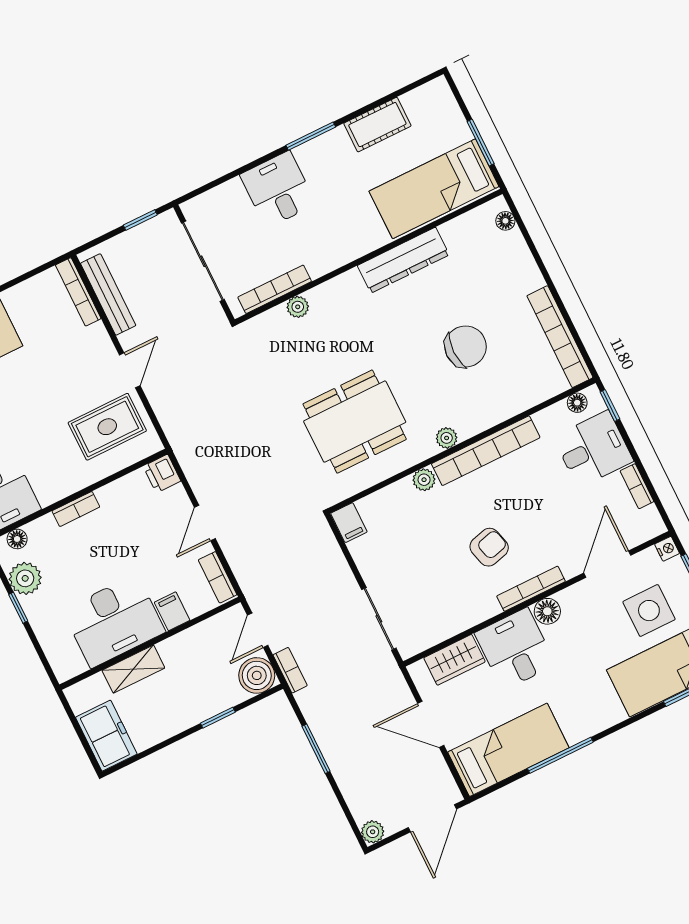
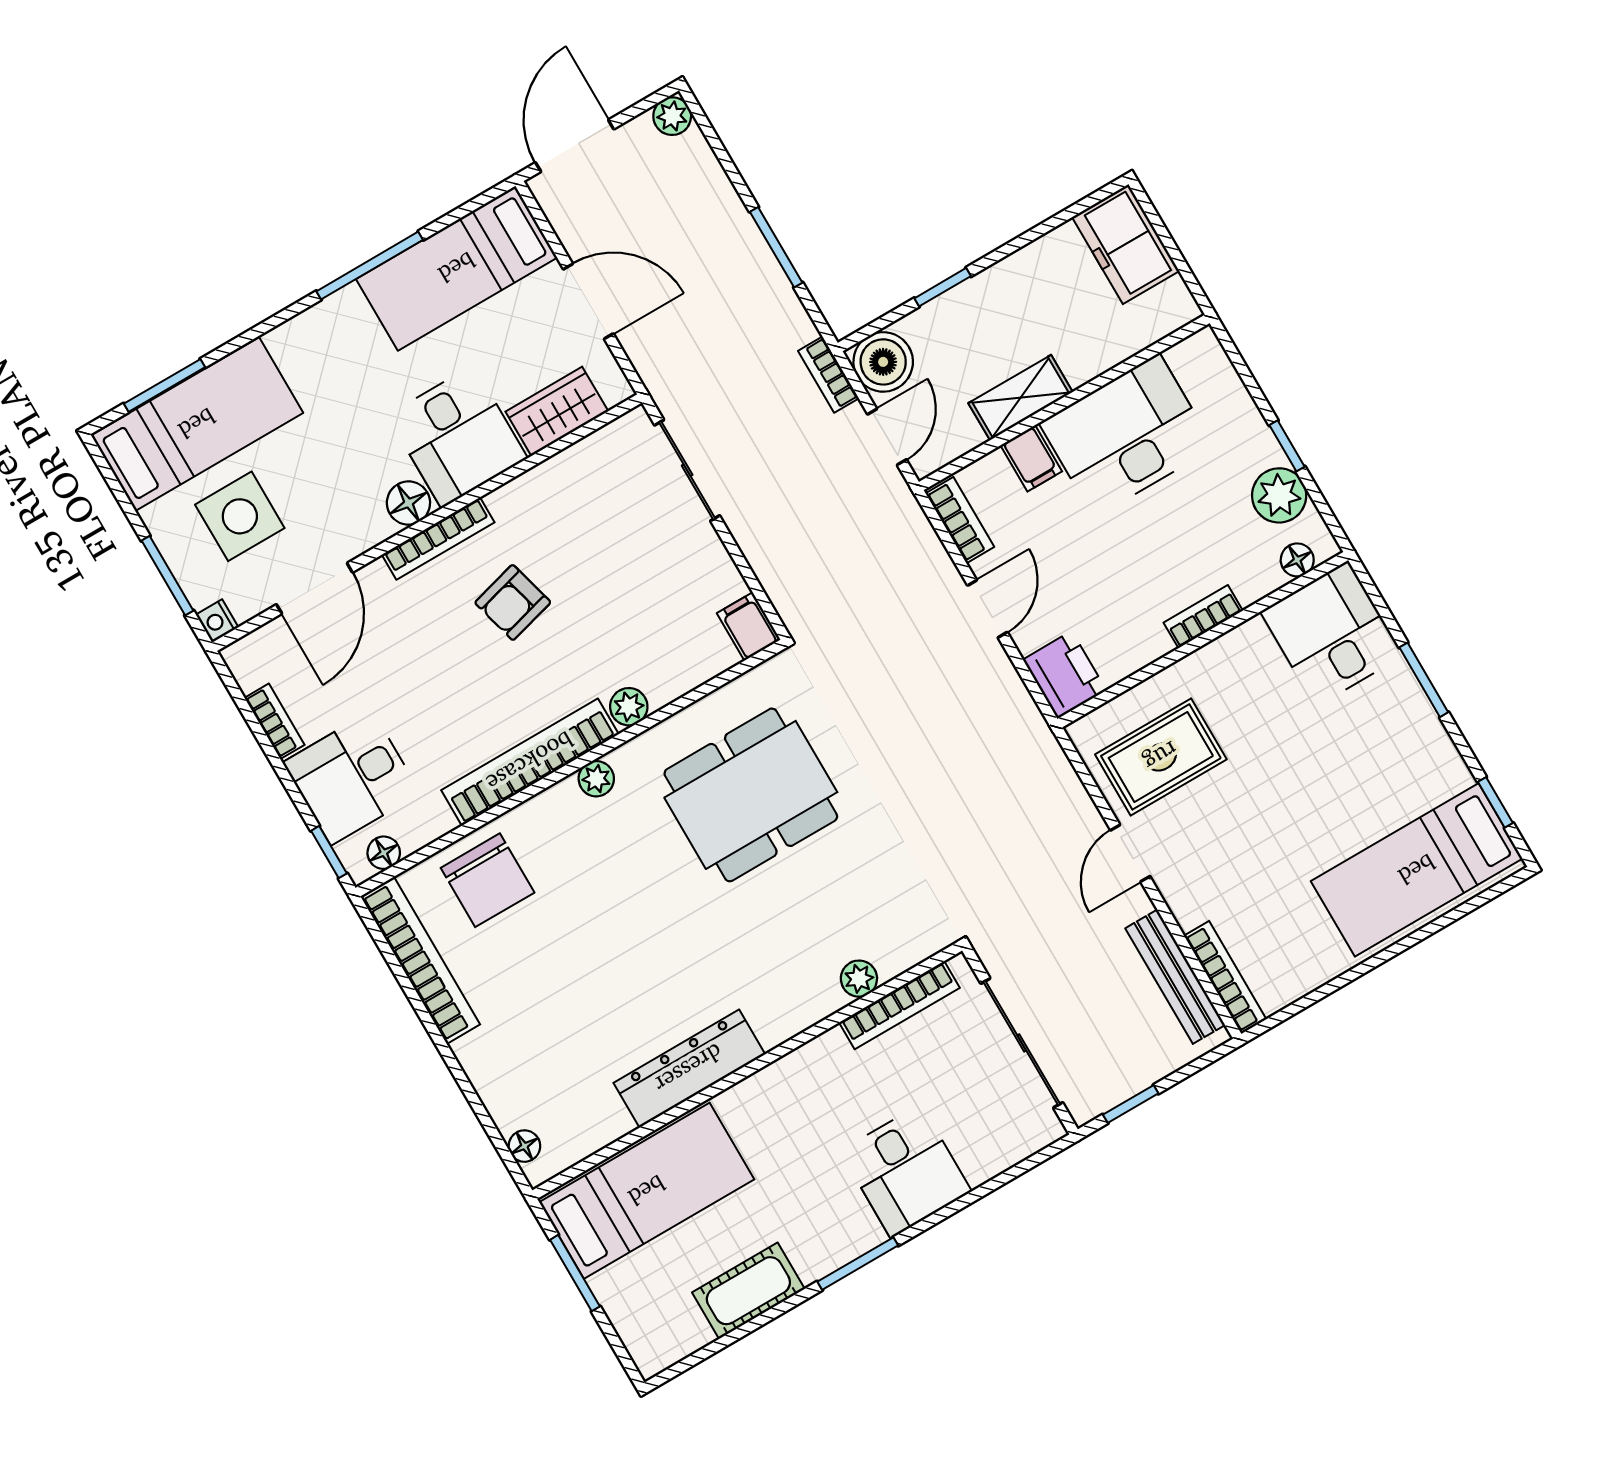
chair: (465, 347) -> (488, 880), moved, turned -90
printer: (162, 474) -> (1065, 675), width x1.36, depth x1.24
shelving: (133, 669) -> (1021, 398), moved

